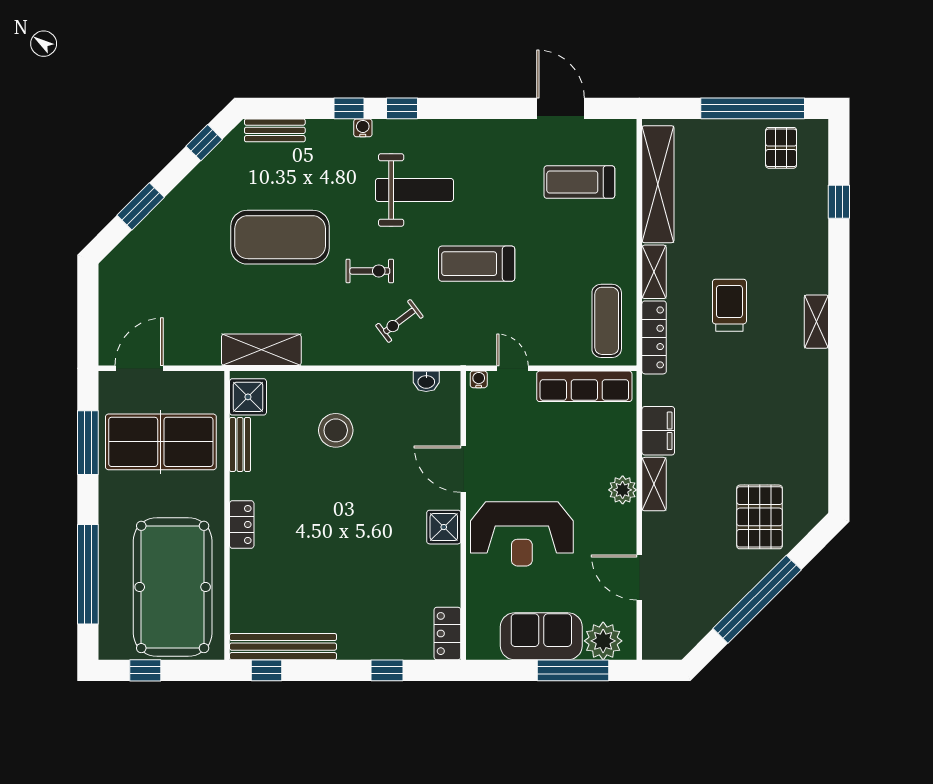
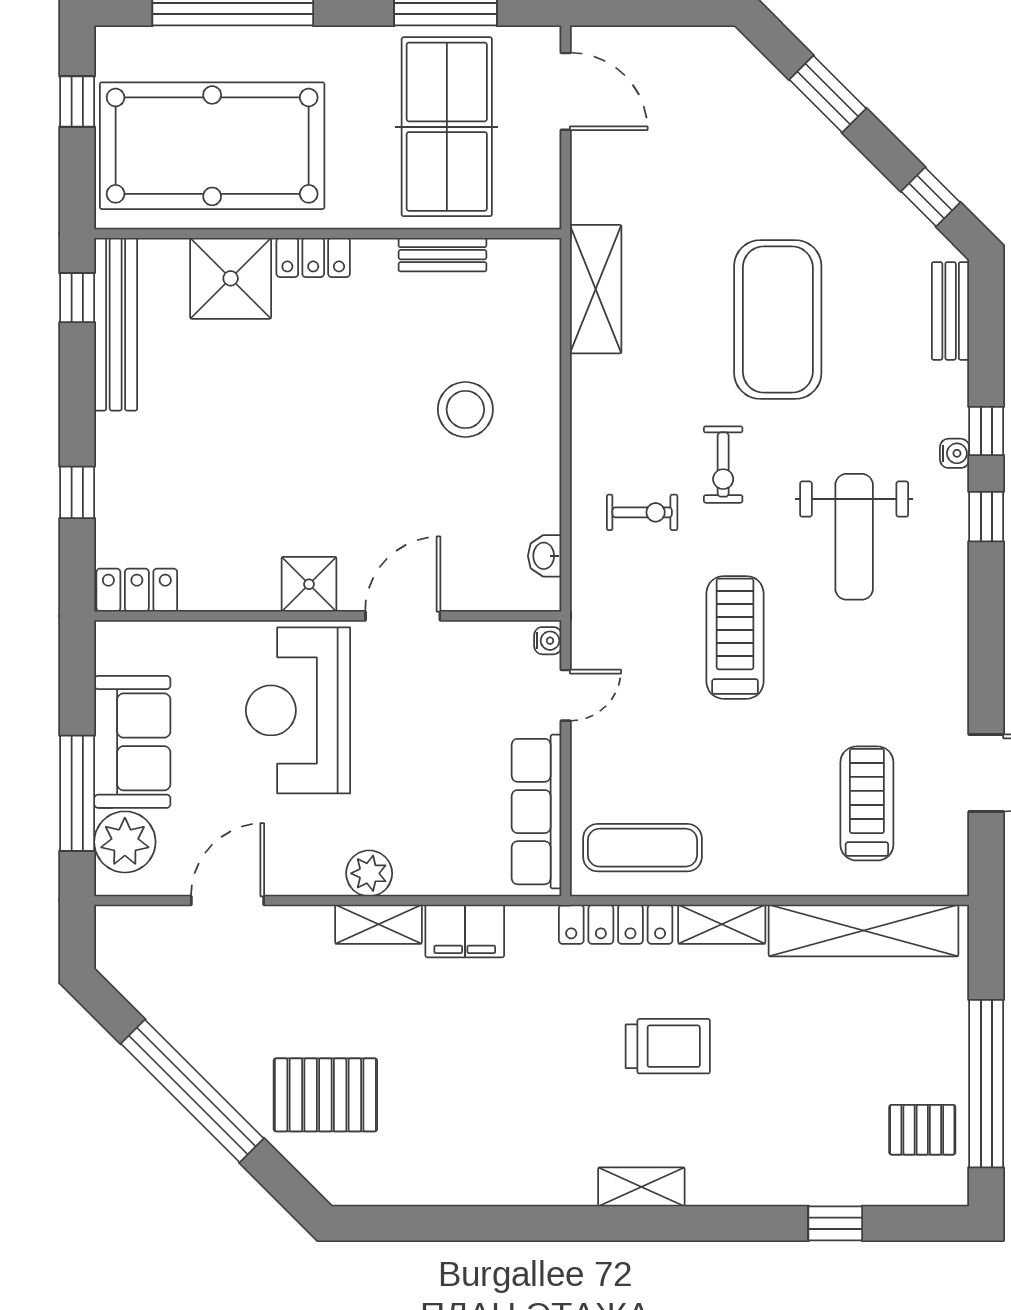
exercise bike: (399, 321) -> (642, 512), turned 127
shower: (248, 397) -> (231, 278), moved, width x1.36, depth x1.36

